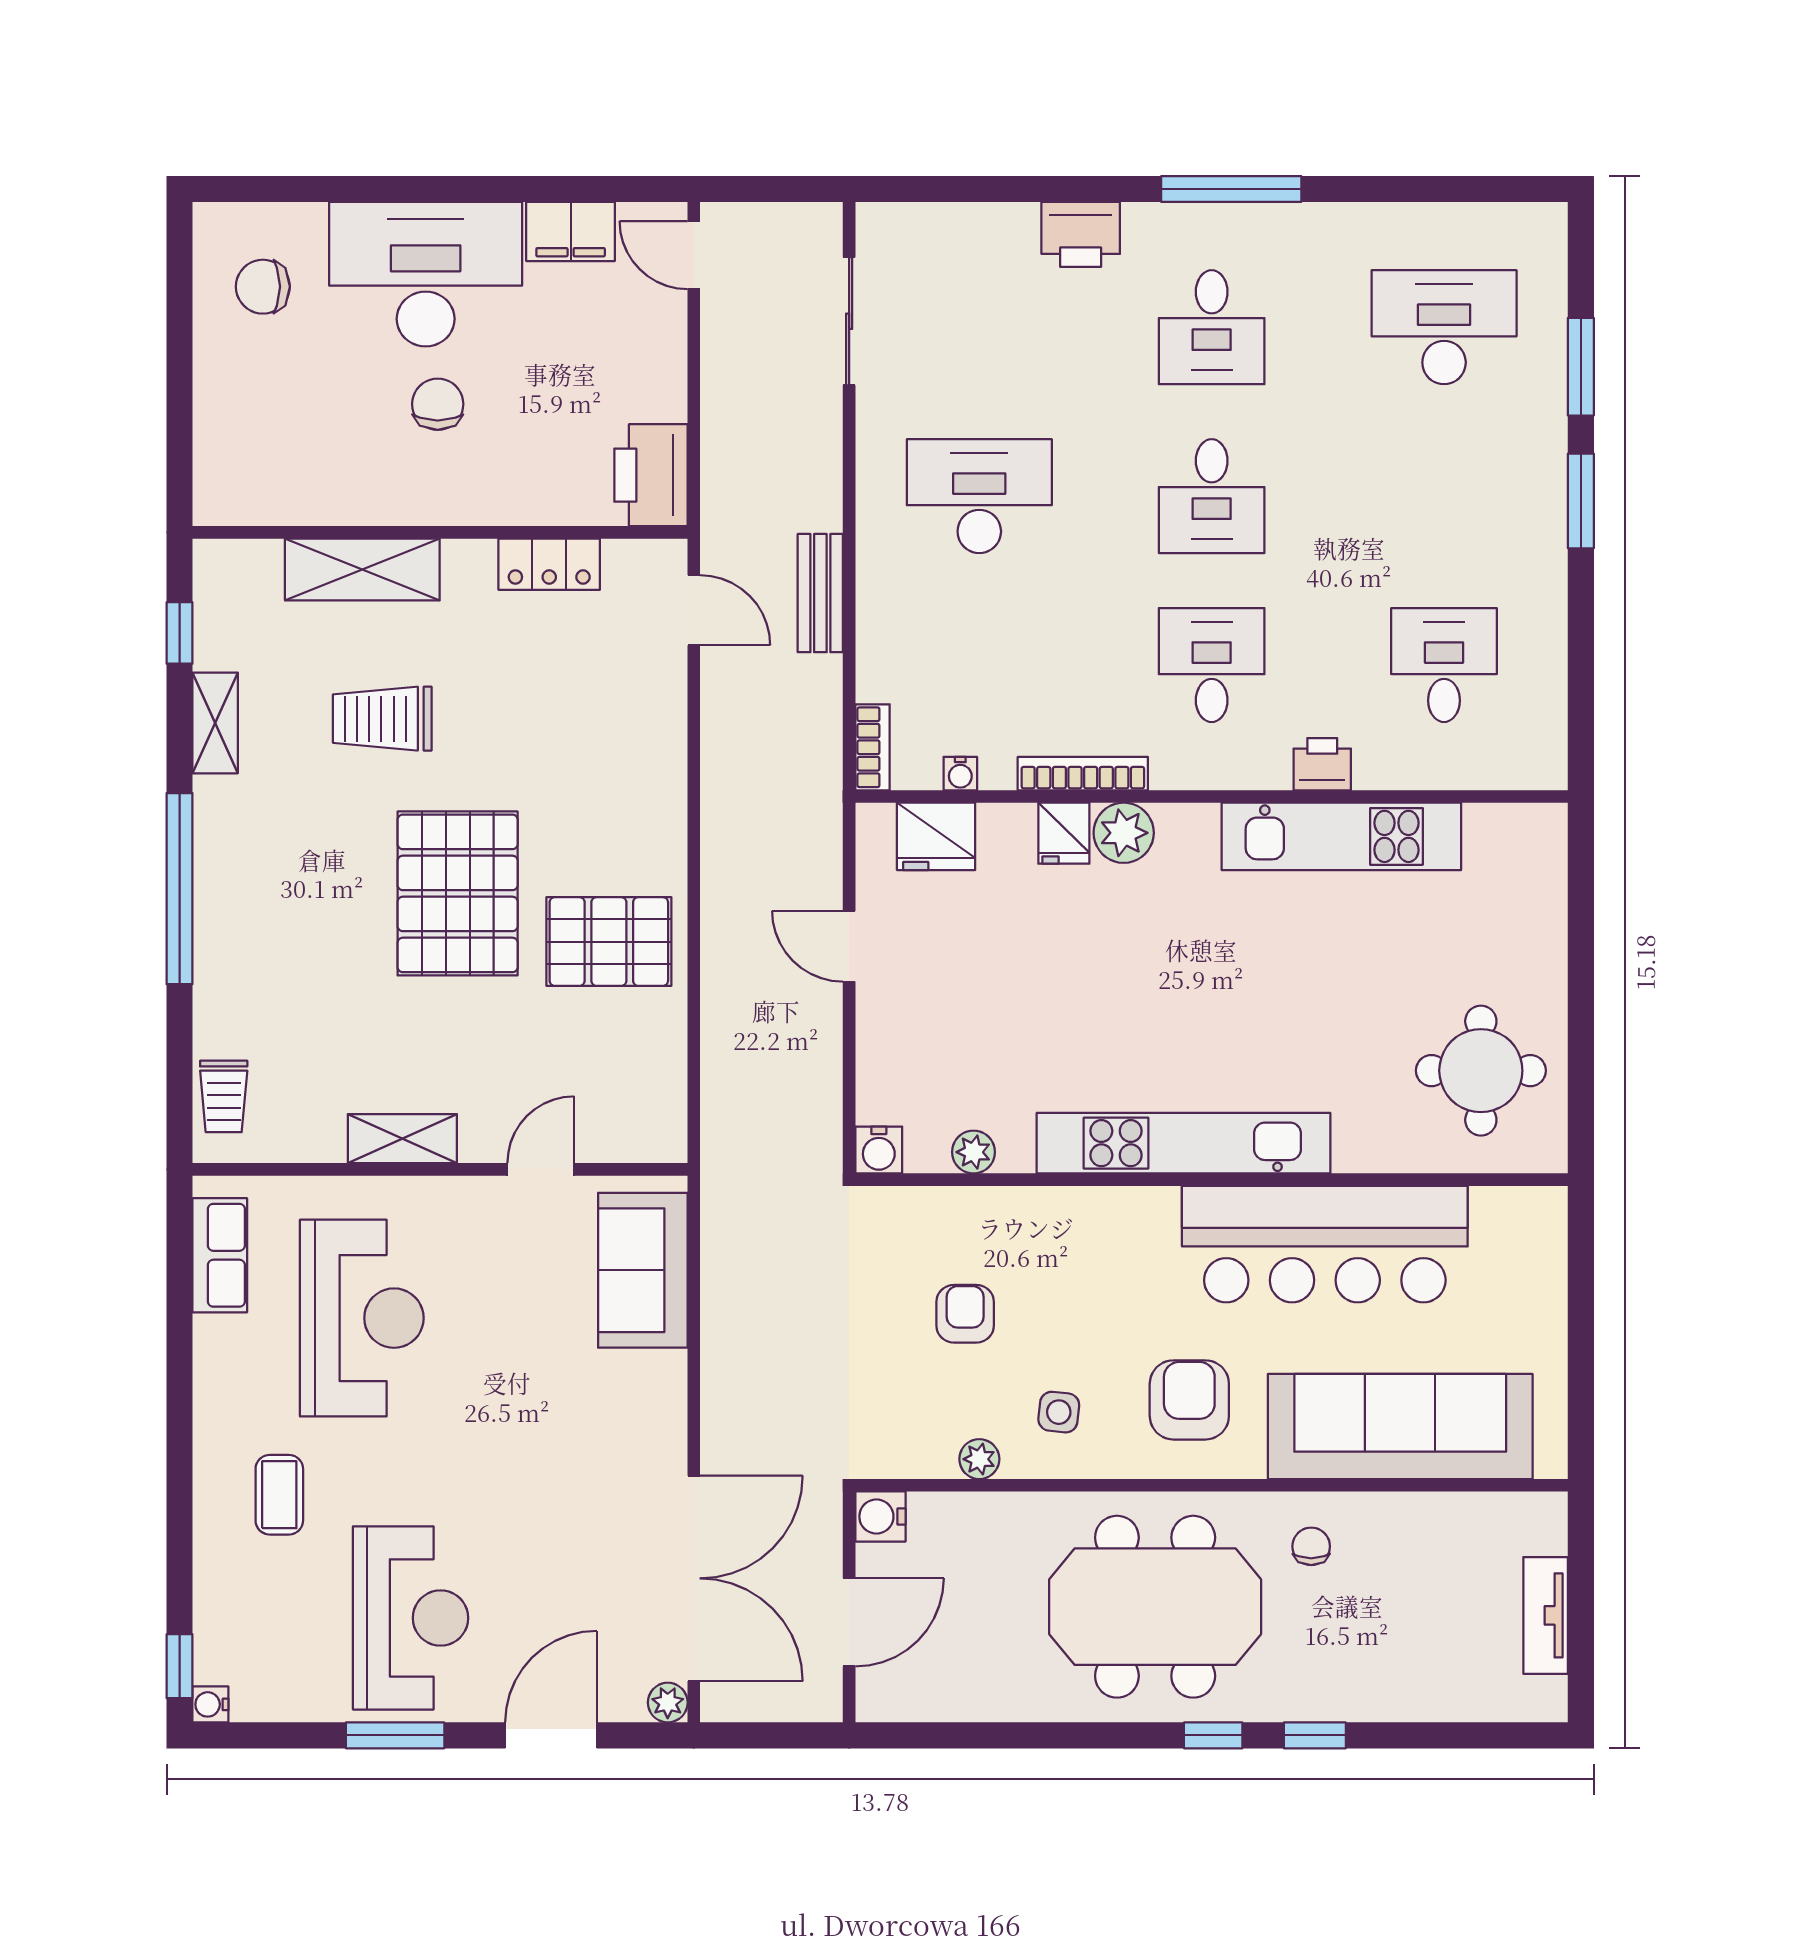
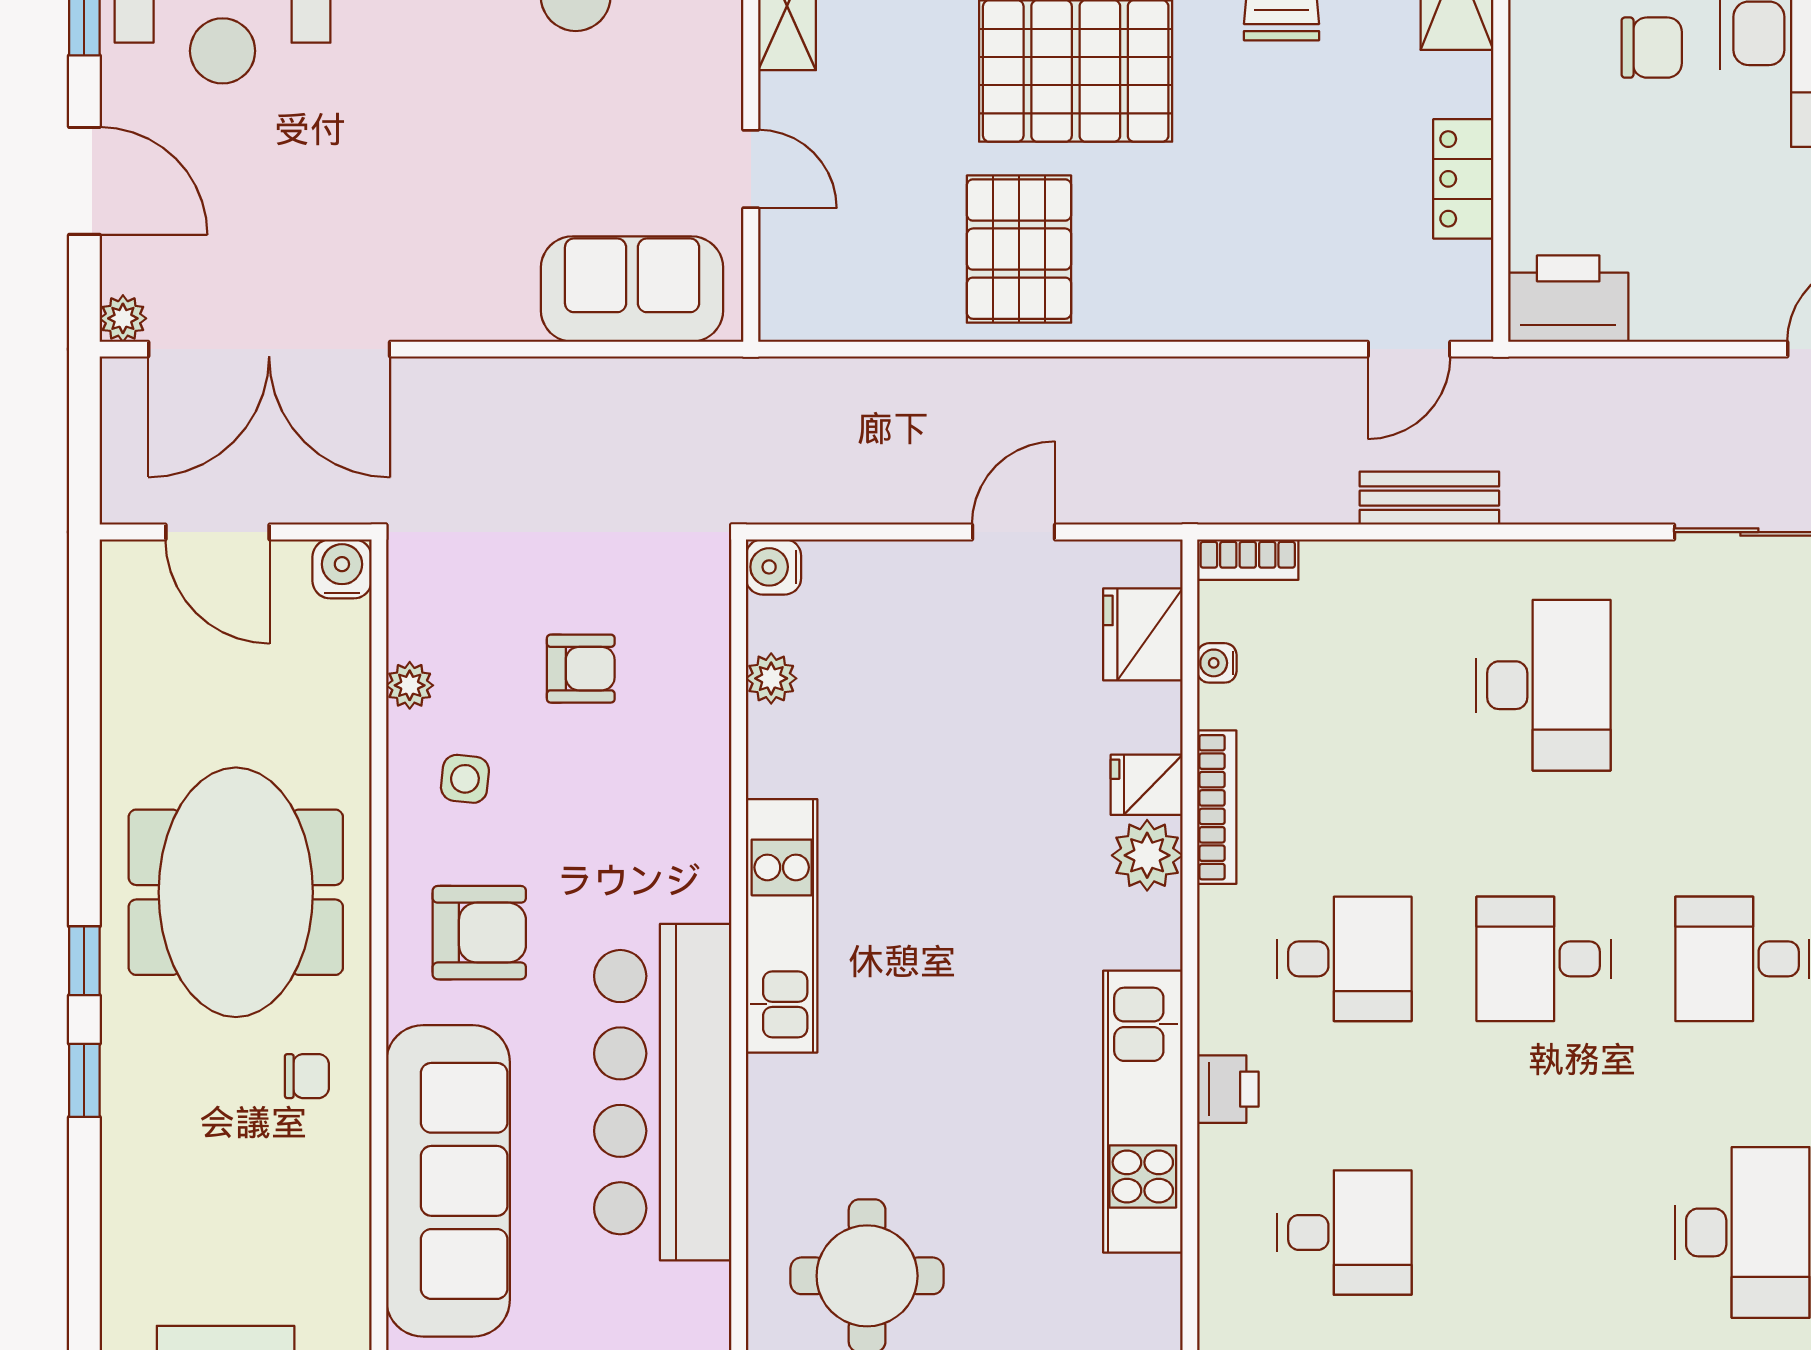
kitchen unit: (1184, 1143) -> (782, 926), width x0.73

